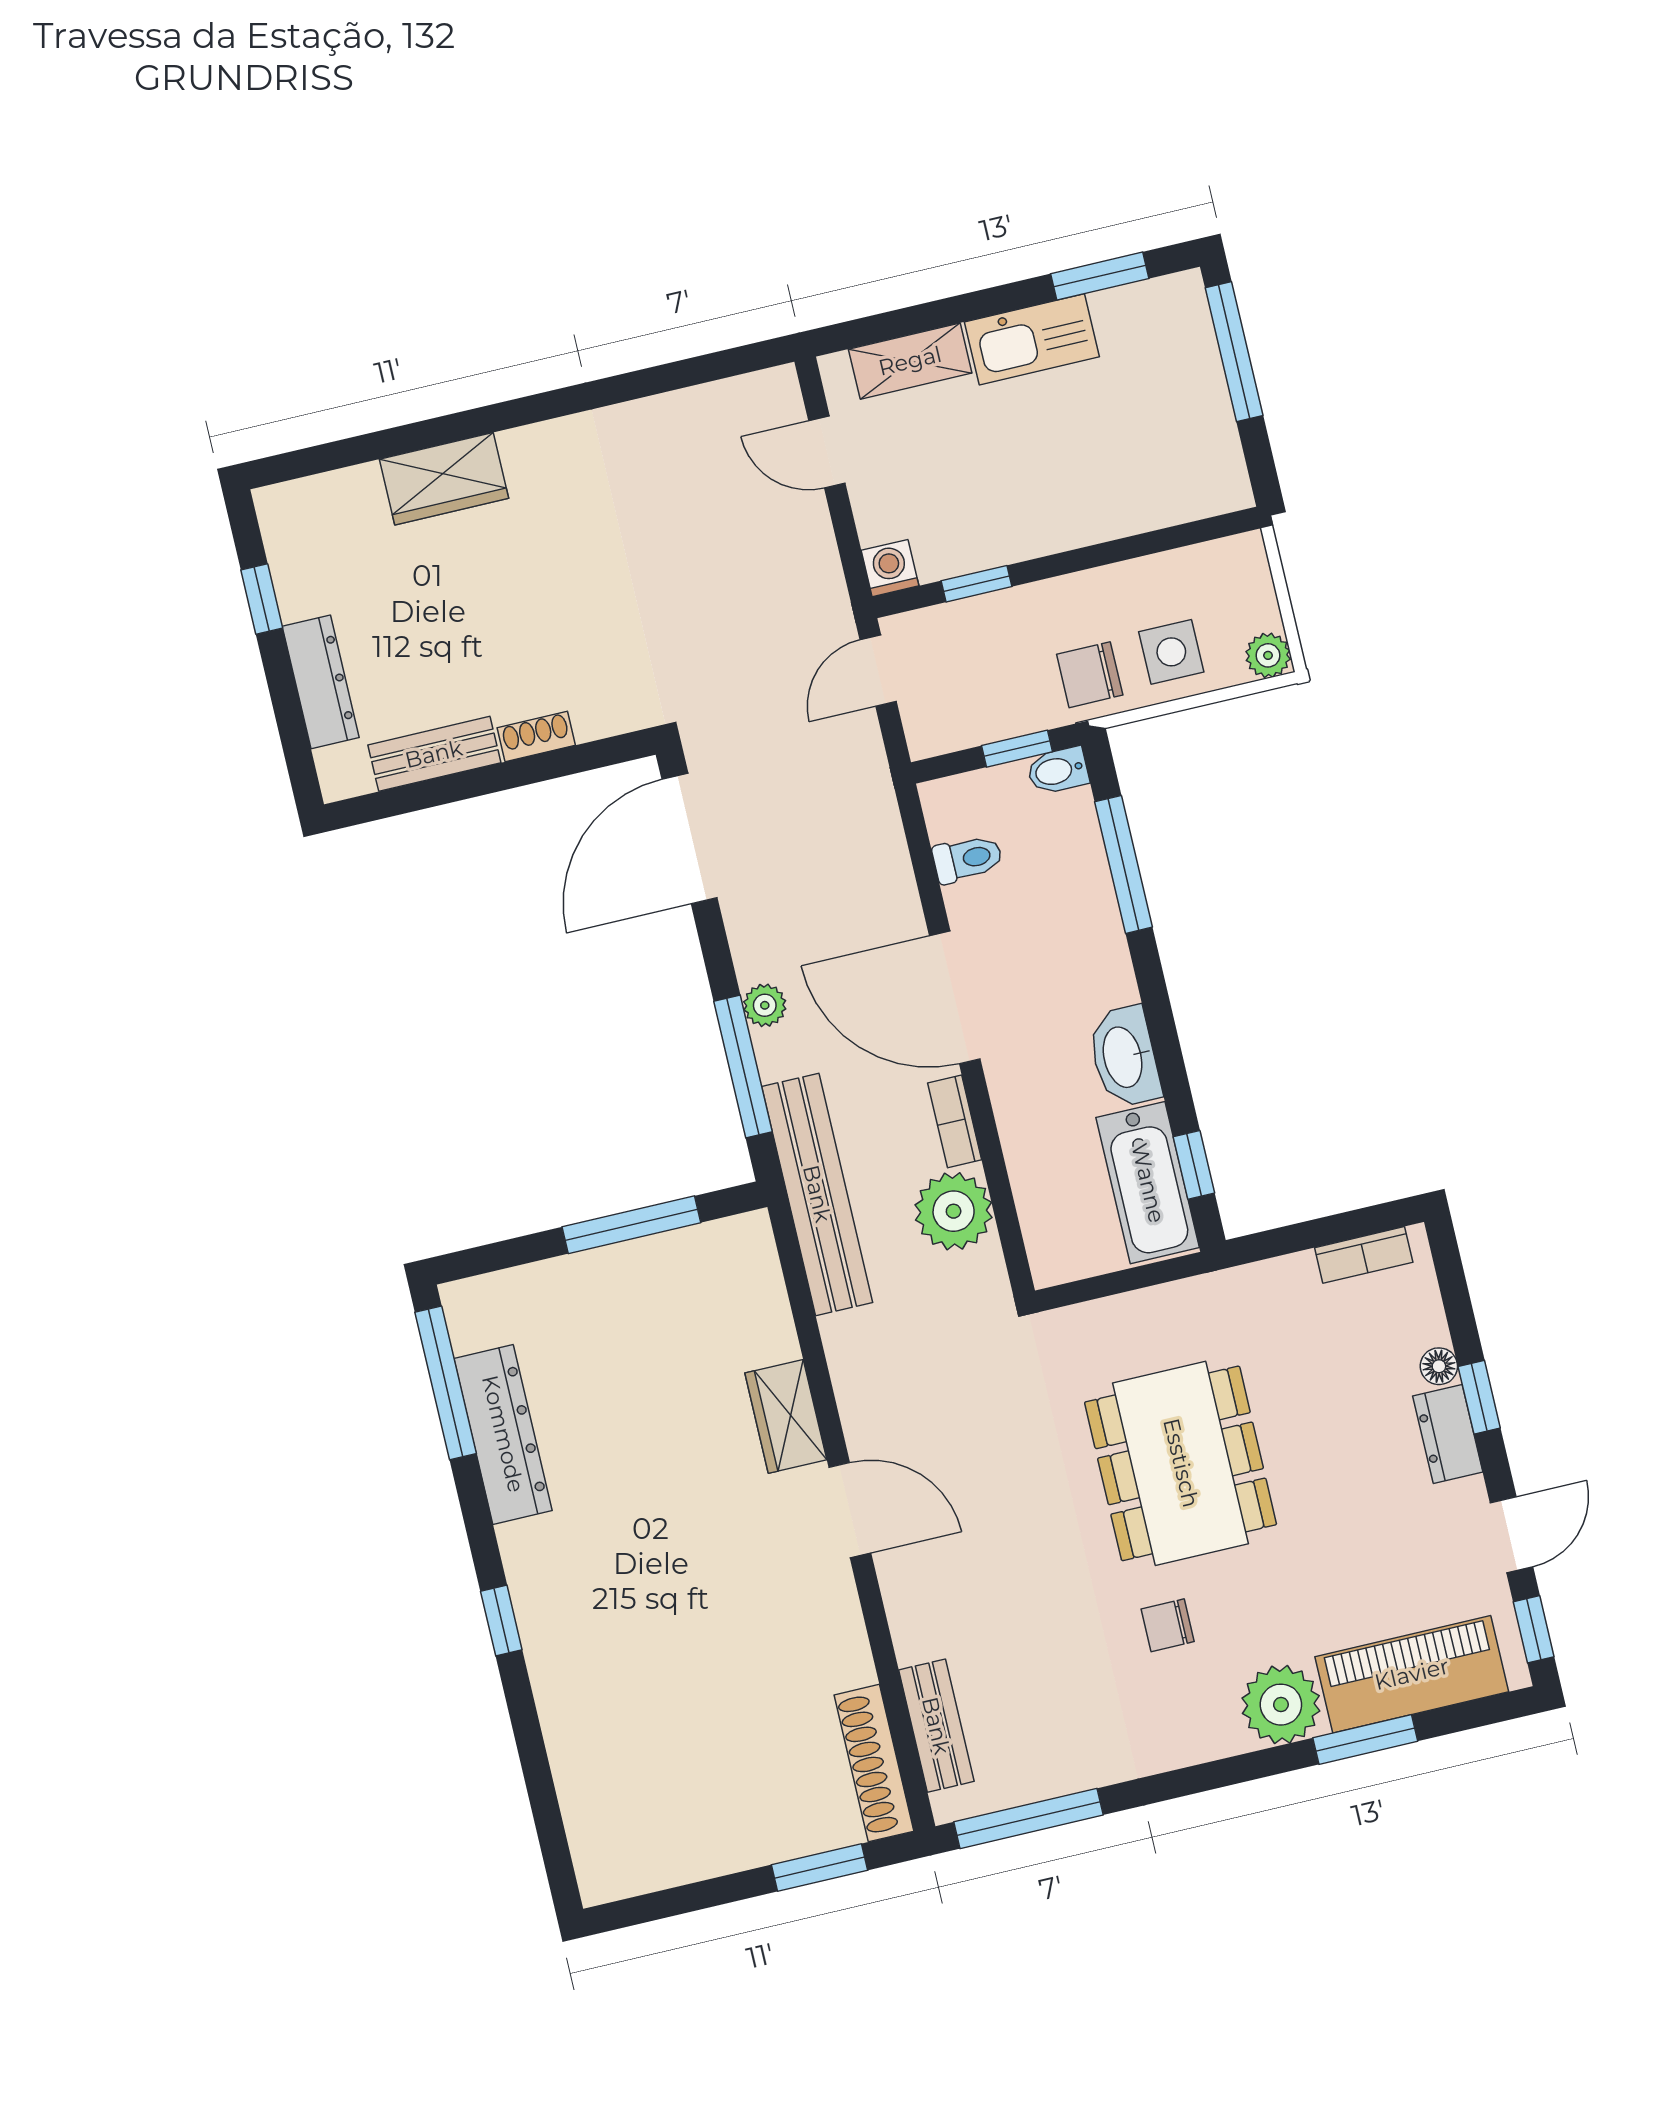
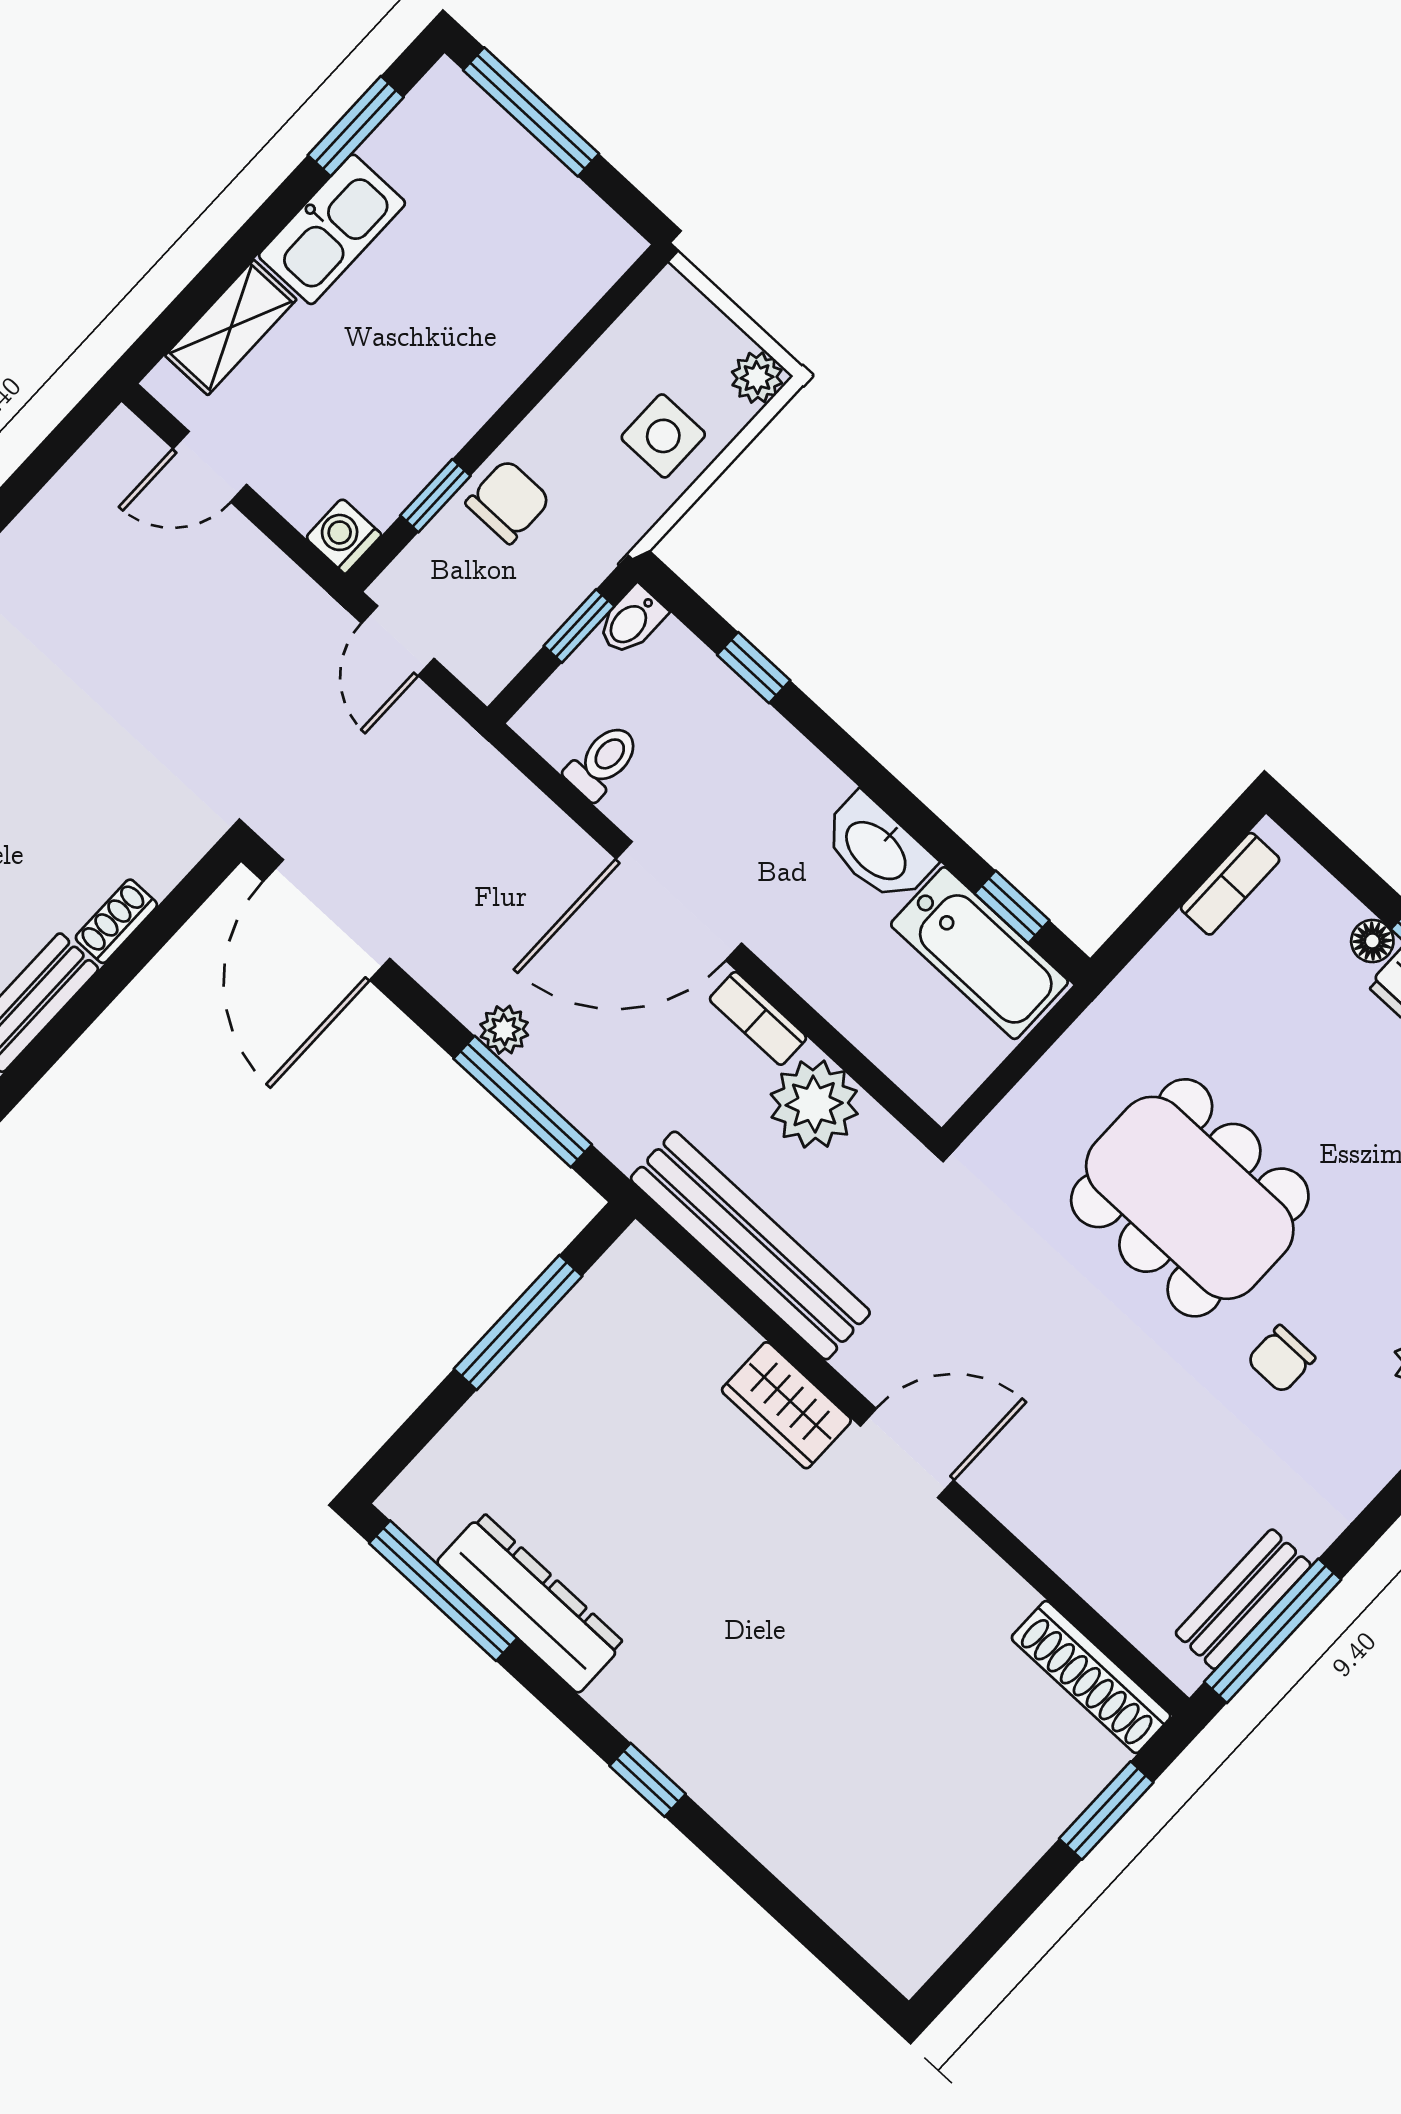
chair: (1090, 675) -> (508, 502), moved, turned 180
window: (1123, 864) -> (754, 668), width x0.46
bench: (817, 1194) -> (750, 1245), moved
bench: (936, 1726) -> (1243, 1599), moved, turned 90

